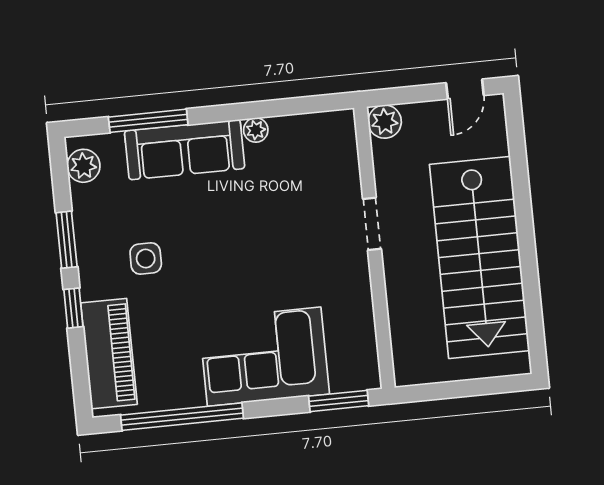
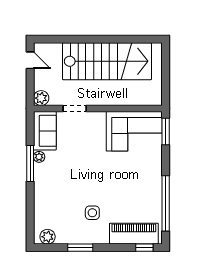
window: (148, 121) -> (30, 164), moved
sofa: (185, 150) -> (45, 131), moved, width x0.73
doorway: (372, 224) -> (75, 108), moved
window: (73, 308) -> (144, 248), moved
corner sofa: (264, 357) -> (134, 131), moved, turned -90

